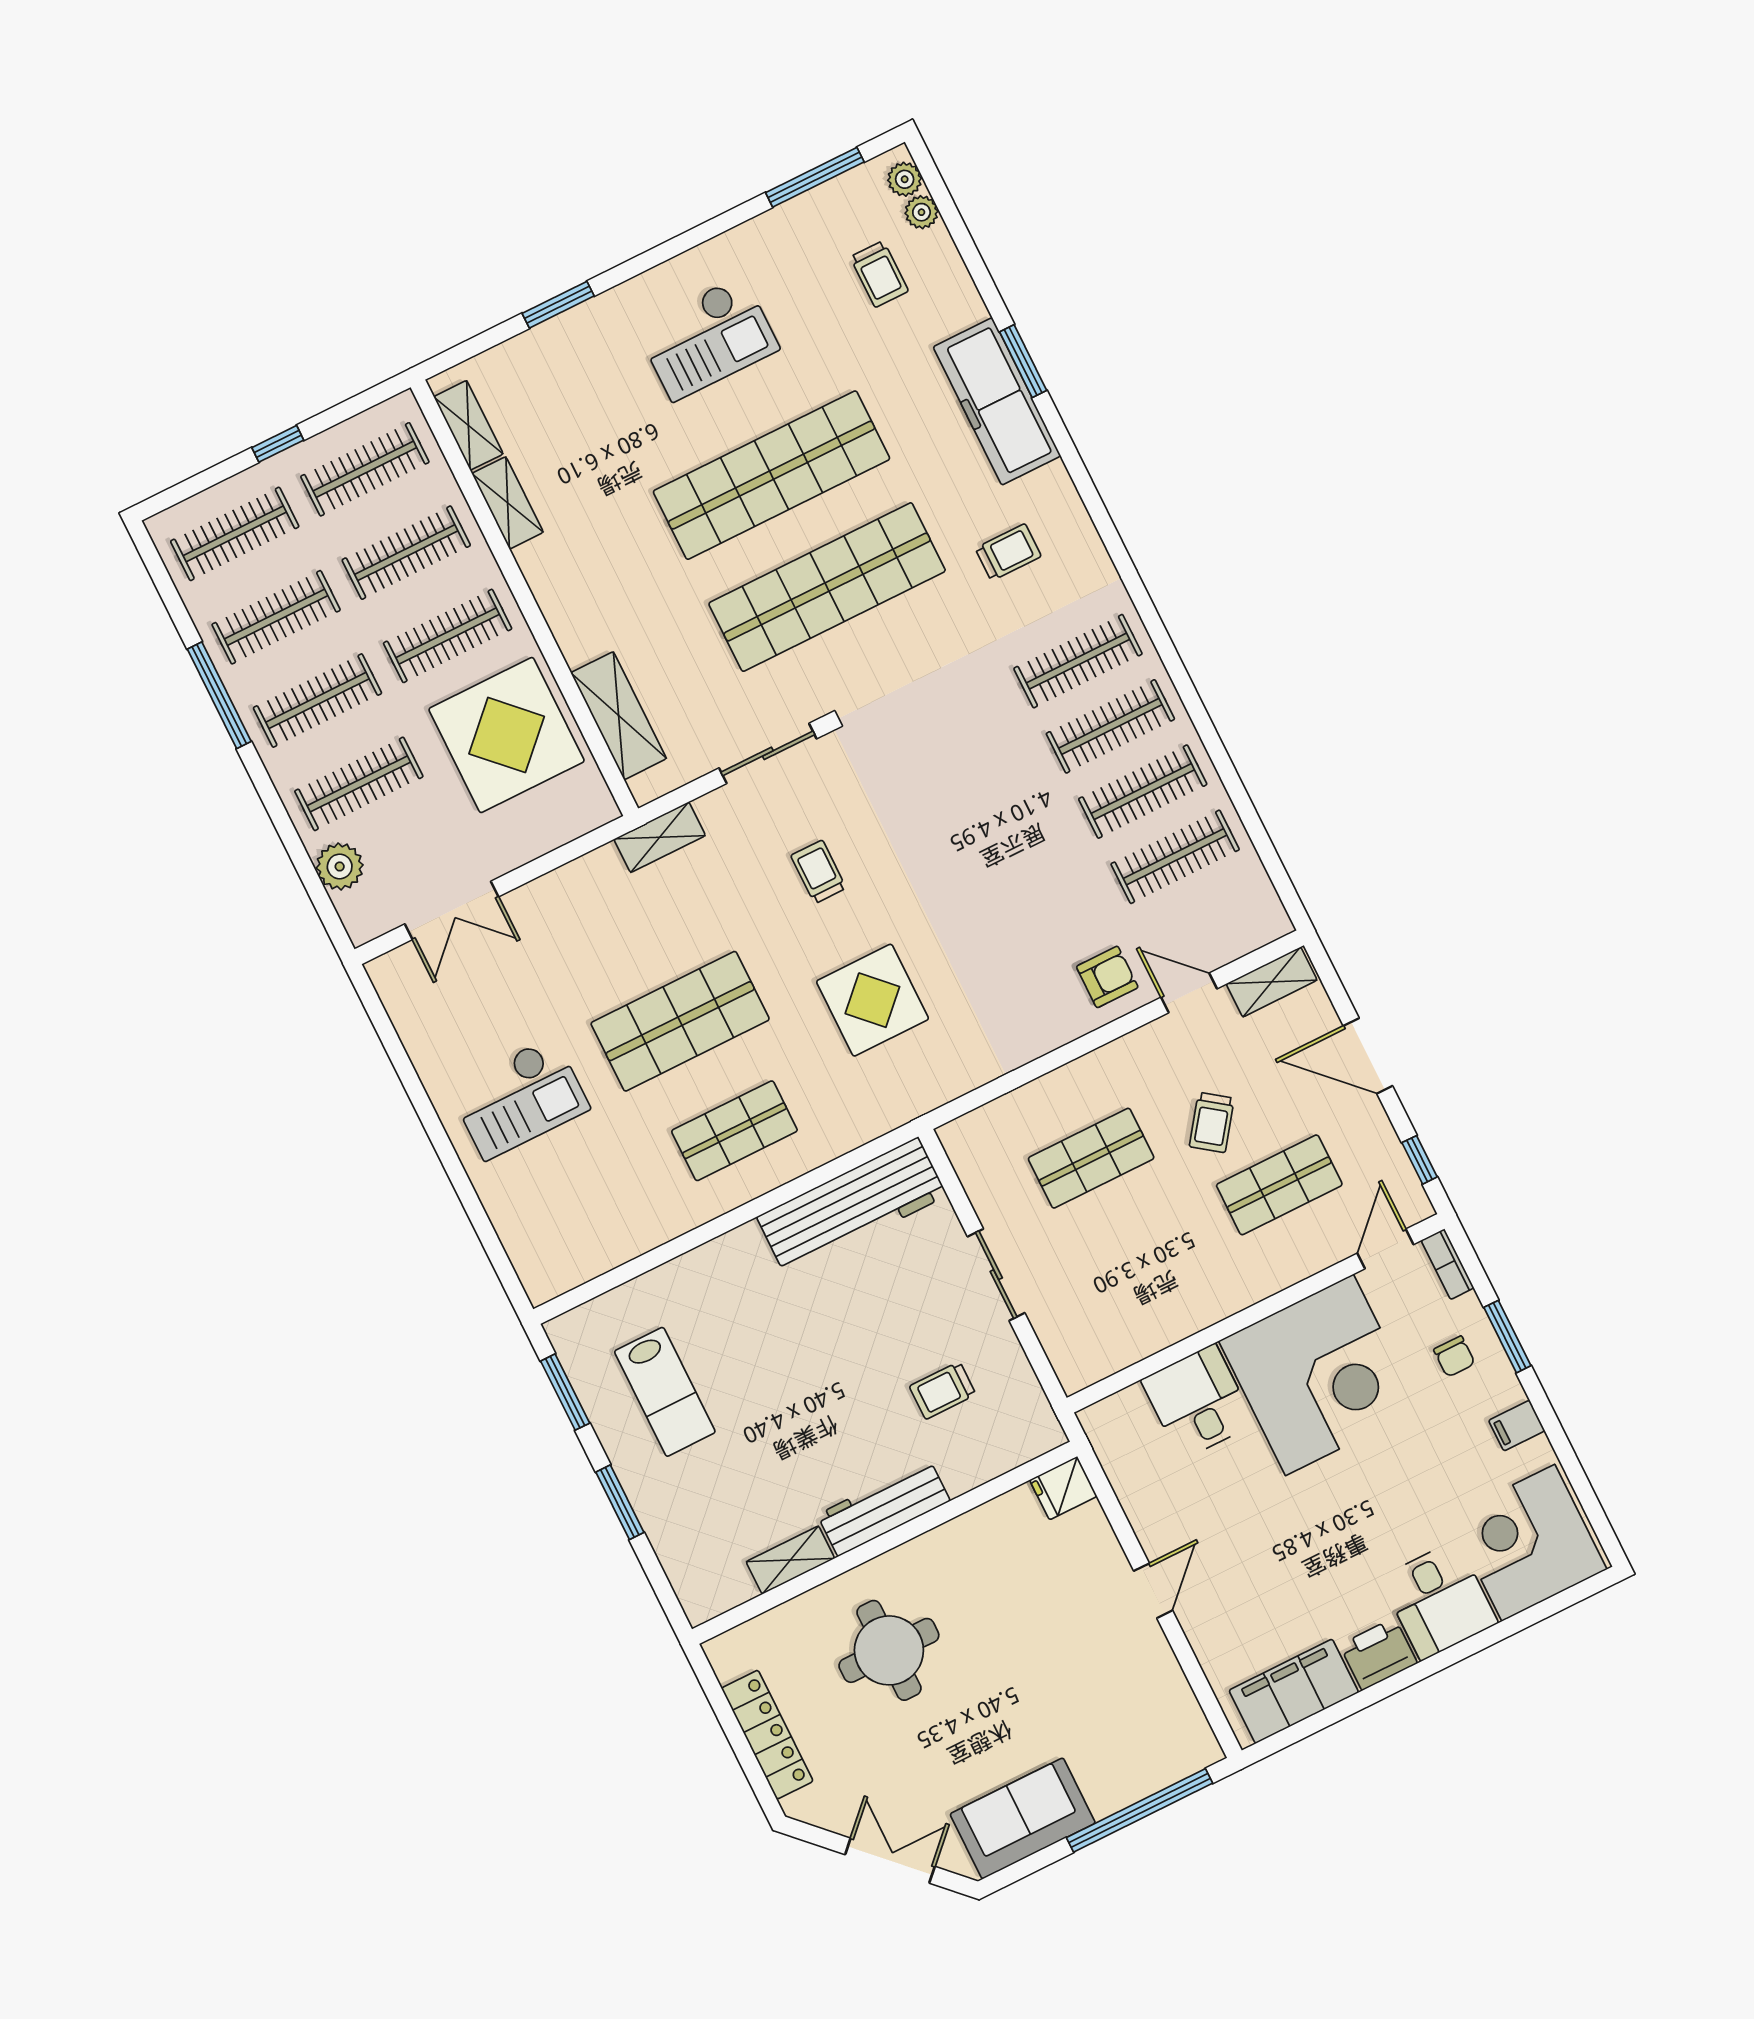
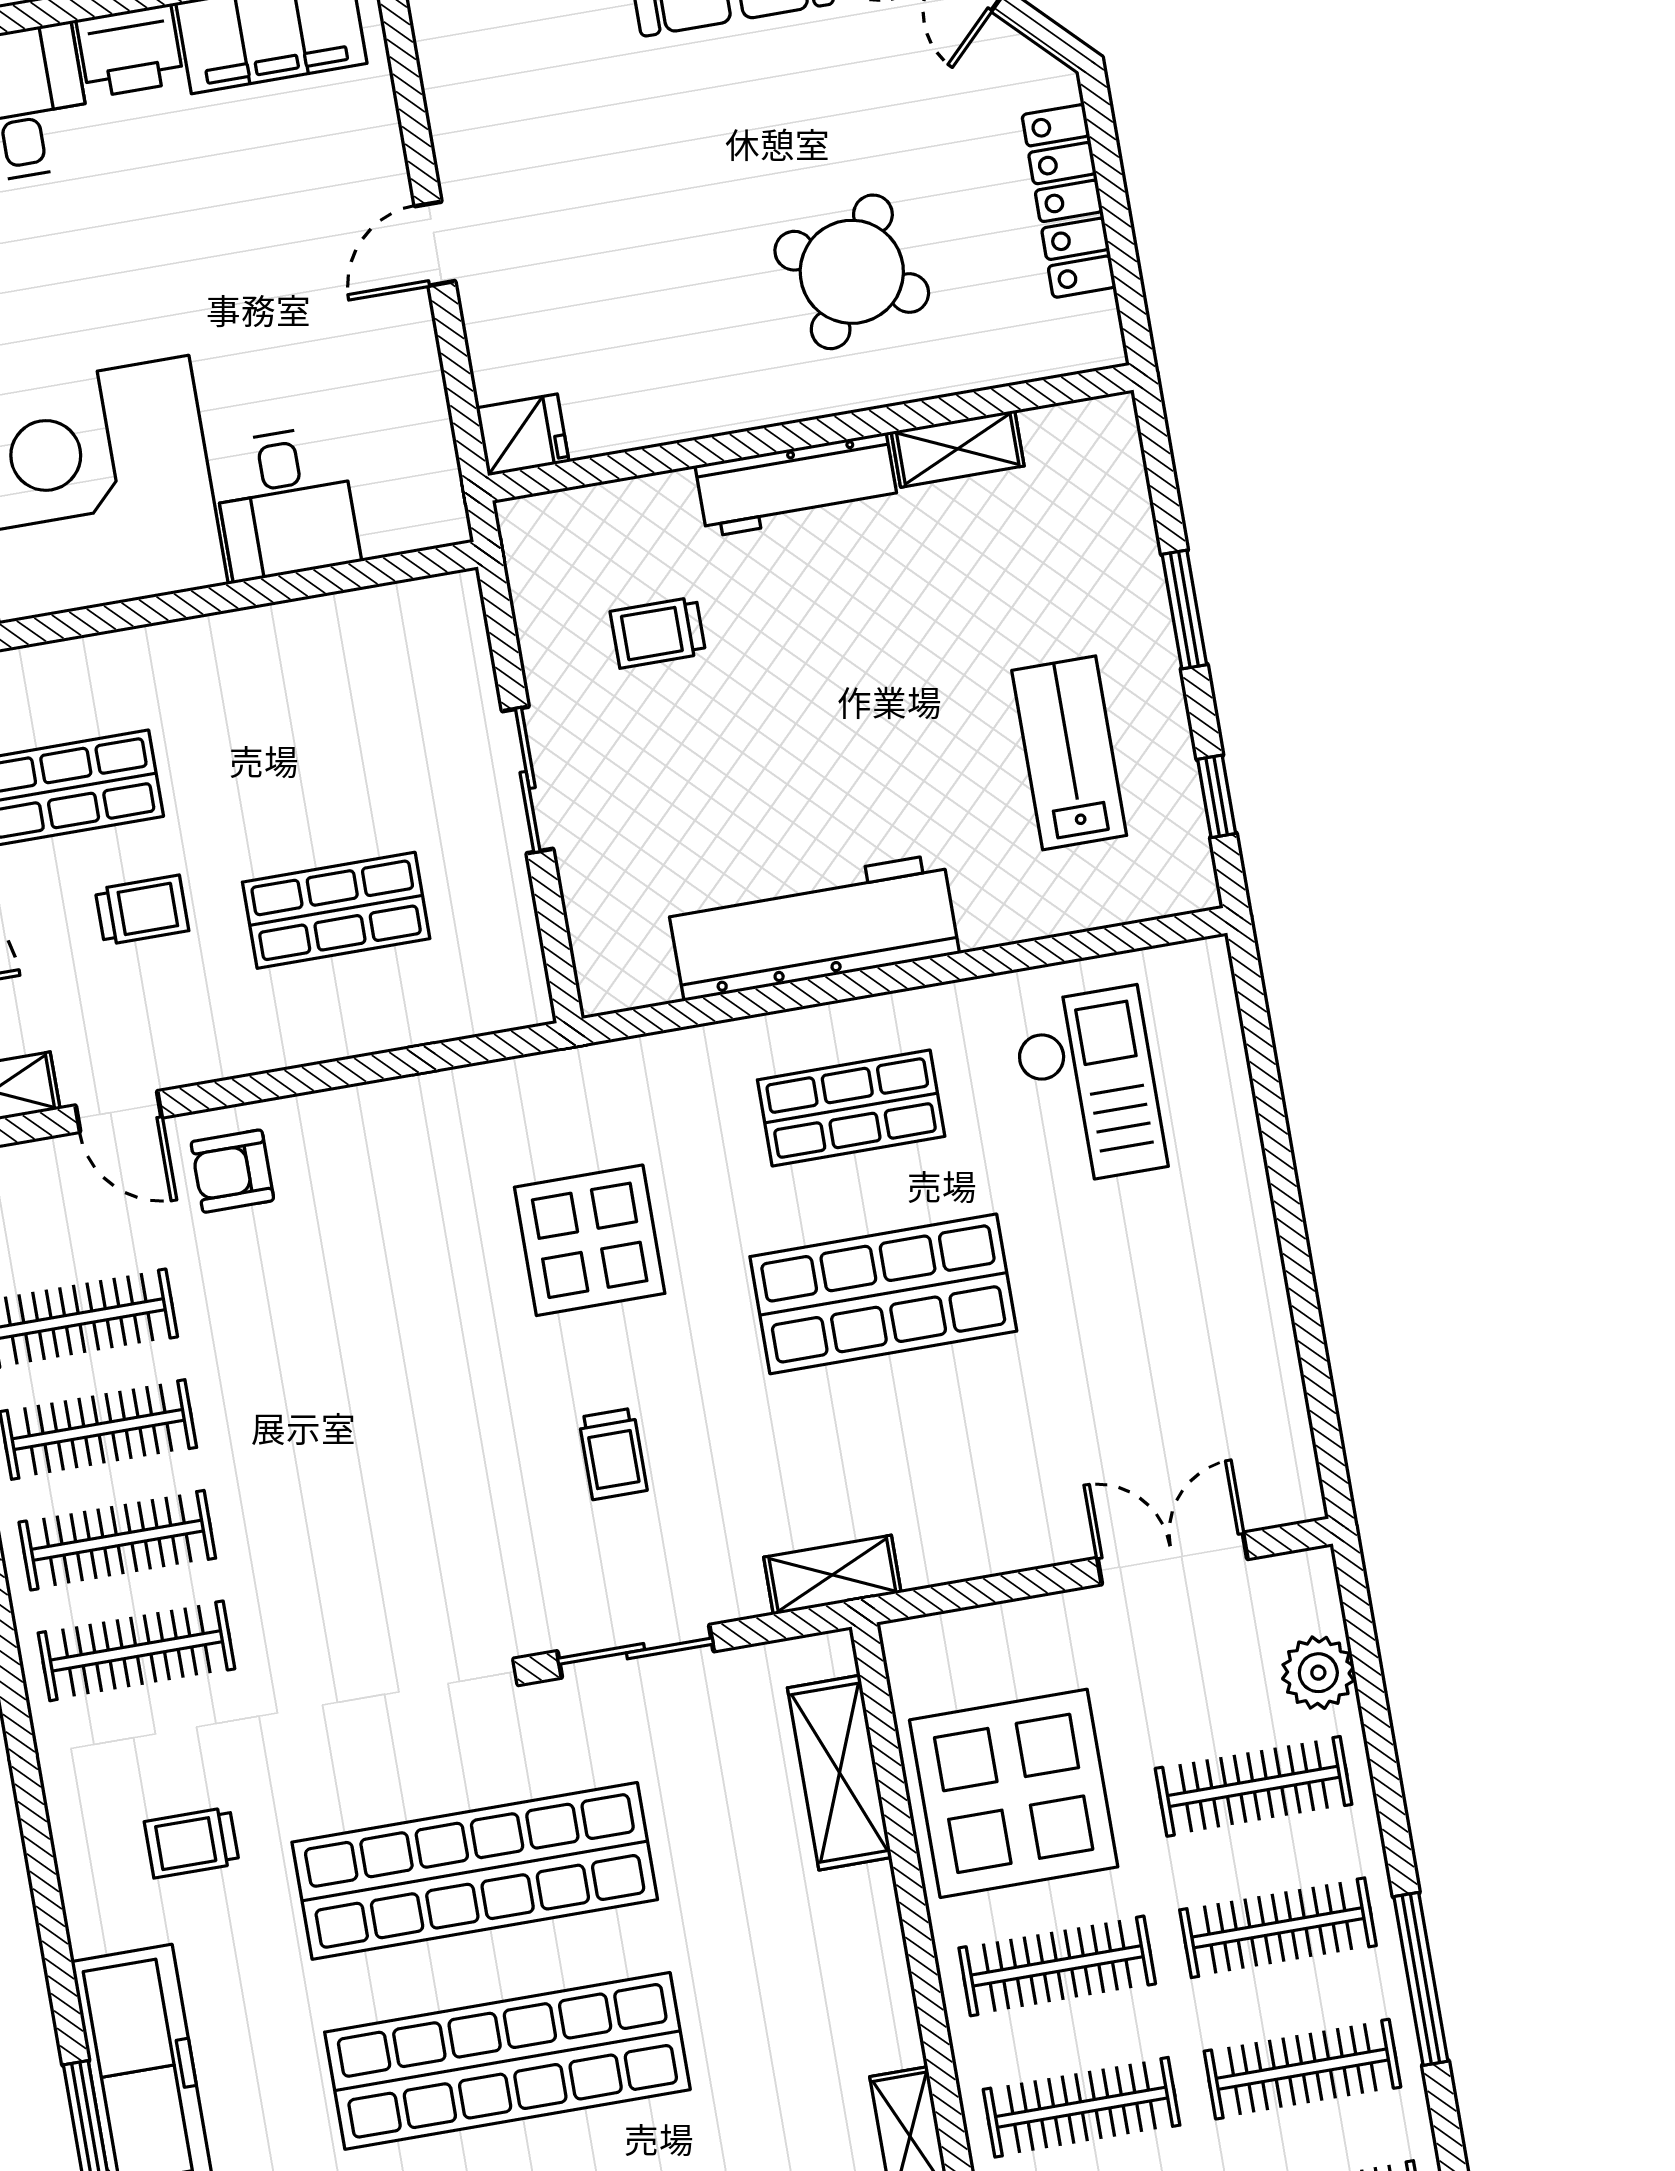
checkout: (519, 1098) -> (1089, 1086), moved, turned 90
trolley: (1212, 1122) -> (142, 910), turned 54
workbench: (852, 1206) -> (813, 927), moved
trolley: (943, 1390) -> (658, 632), turned 180
window: (565, 1392) -> (1217, 796), width x0.67
round table: (889, 1650) -> (852, 272), turned 30

